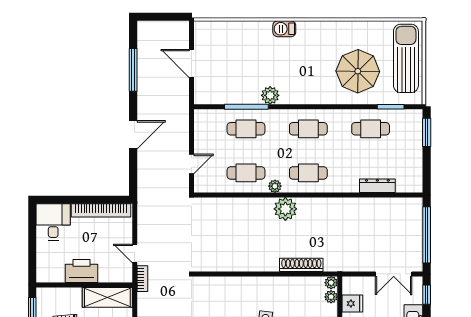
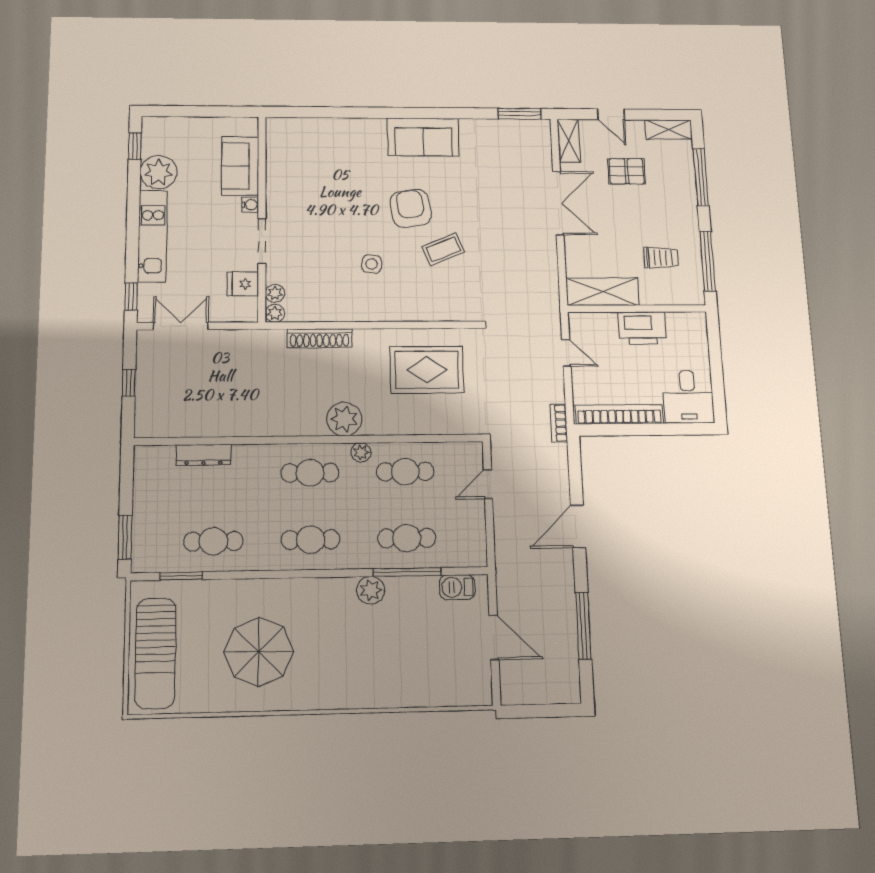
barbecue: (284, 29) -> (457, 587), moved, turned 180
parasol: (358, 71) -> (259, 652), moved
window: (427, 235) -> (129, 383), width x0.32
rug: (230, 242) -> (427, 370), added
bookcase: (142, 279) -> (559, 423), moved

